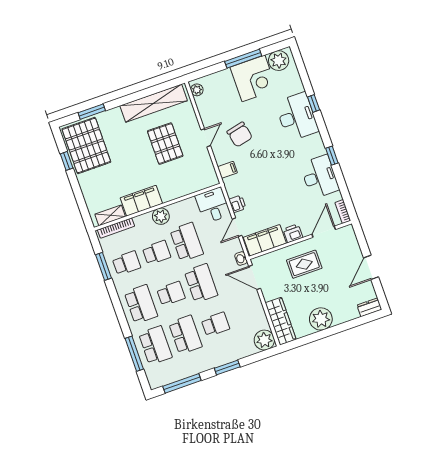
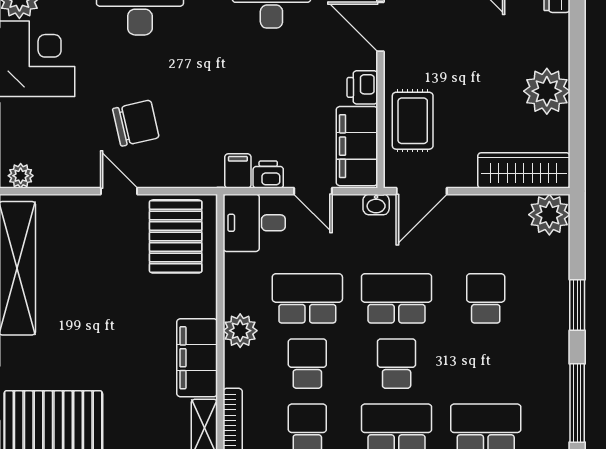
pallet: (165, 144) -> (176, 236), moved, turned 90
filing cabinet: (227, 170) -> (238, 171), moved
rug: (304, 264) -> (413, 121), moved
school desk: (185, 335) -> (486, 364), removed

